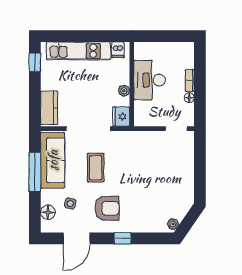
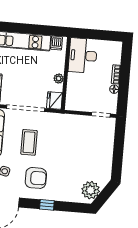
desk: (150, 80) -> (83, 56), moved
plant: (173, 224) -> (91, 190), width x1.88, depth x1.88

